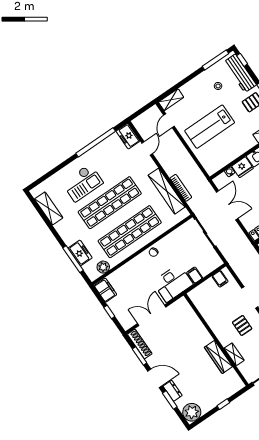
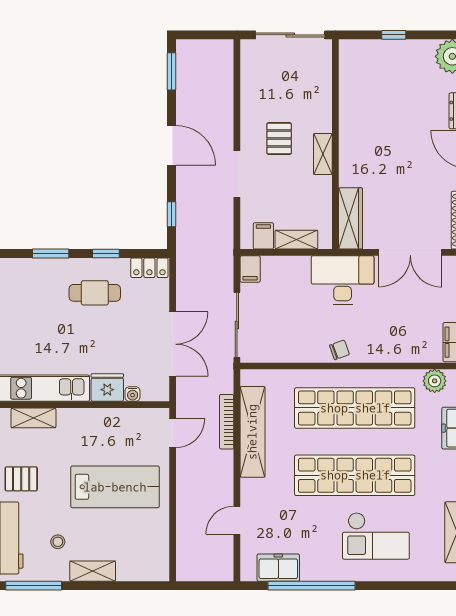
shelving: (171, 100) -> (93, 571), moved
door: (169, 121) -> (173, 433), moved
freezer: (128, 136) -> (278, 568), moved, turned -90
checkout: (83, 183) -> (376, 536), turned 180
double door: (227, 205) -> (173, 344), swing flipped
filing cabinet: (195, 275) -> (250, 269), moved
shelving: (205, 287) -> (296, 240), added
shelving: (234, 354) -> (323, 154), moved
wardrobe: (218, 357) -> (351, 218), moved

